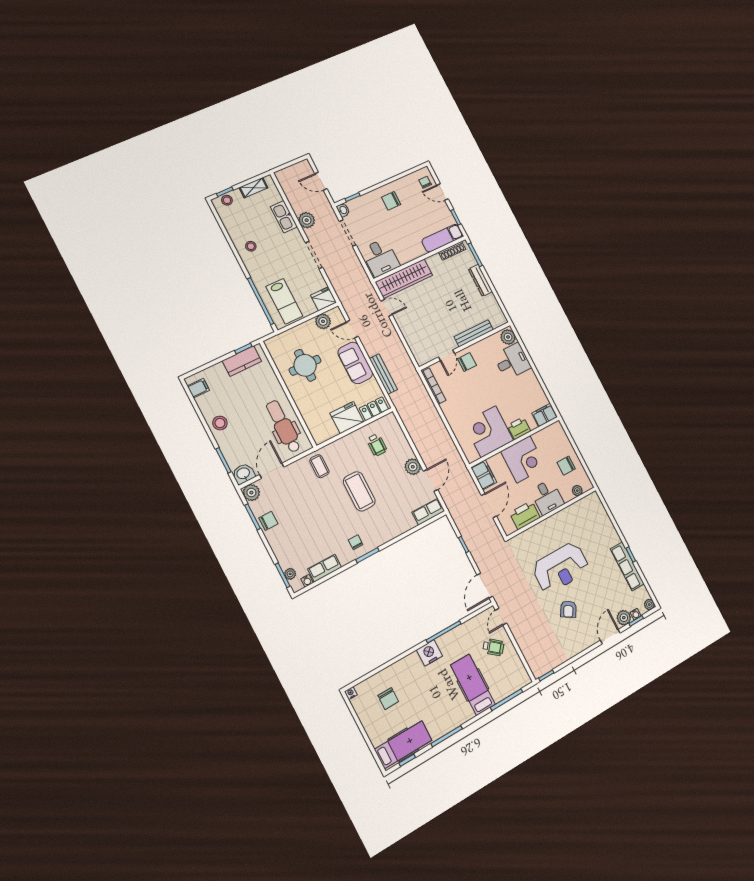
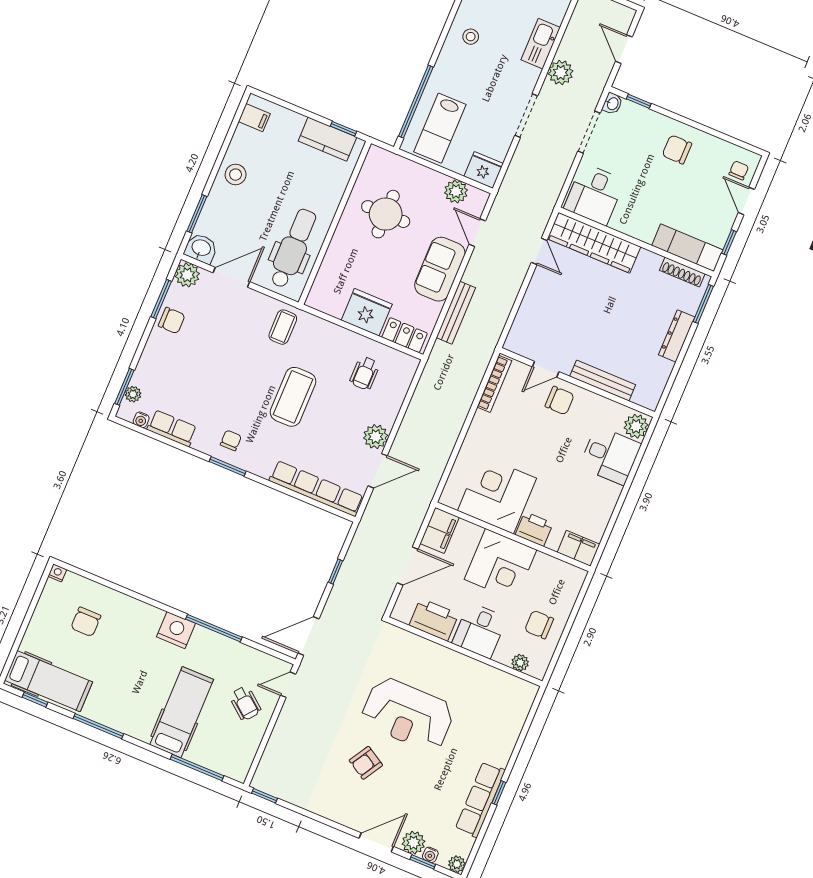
row of seats: (428, 512) -> (316, 489), width x2.02

